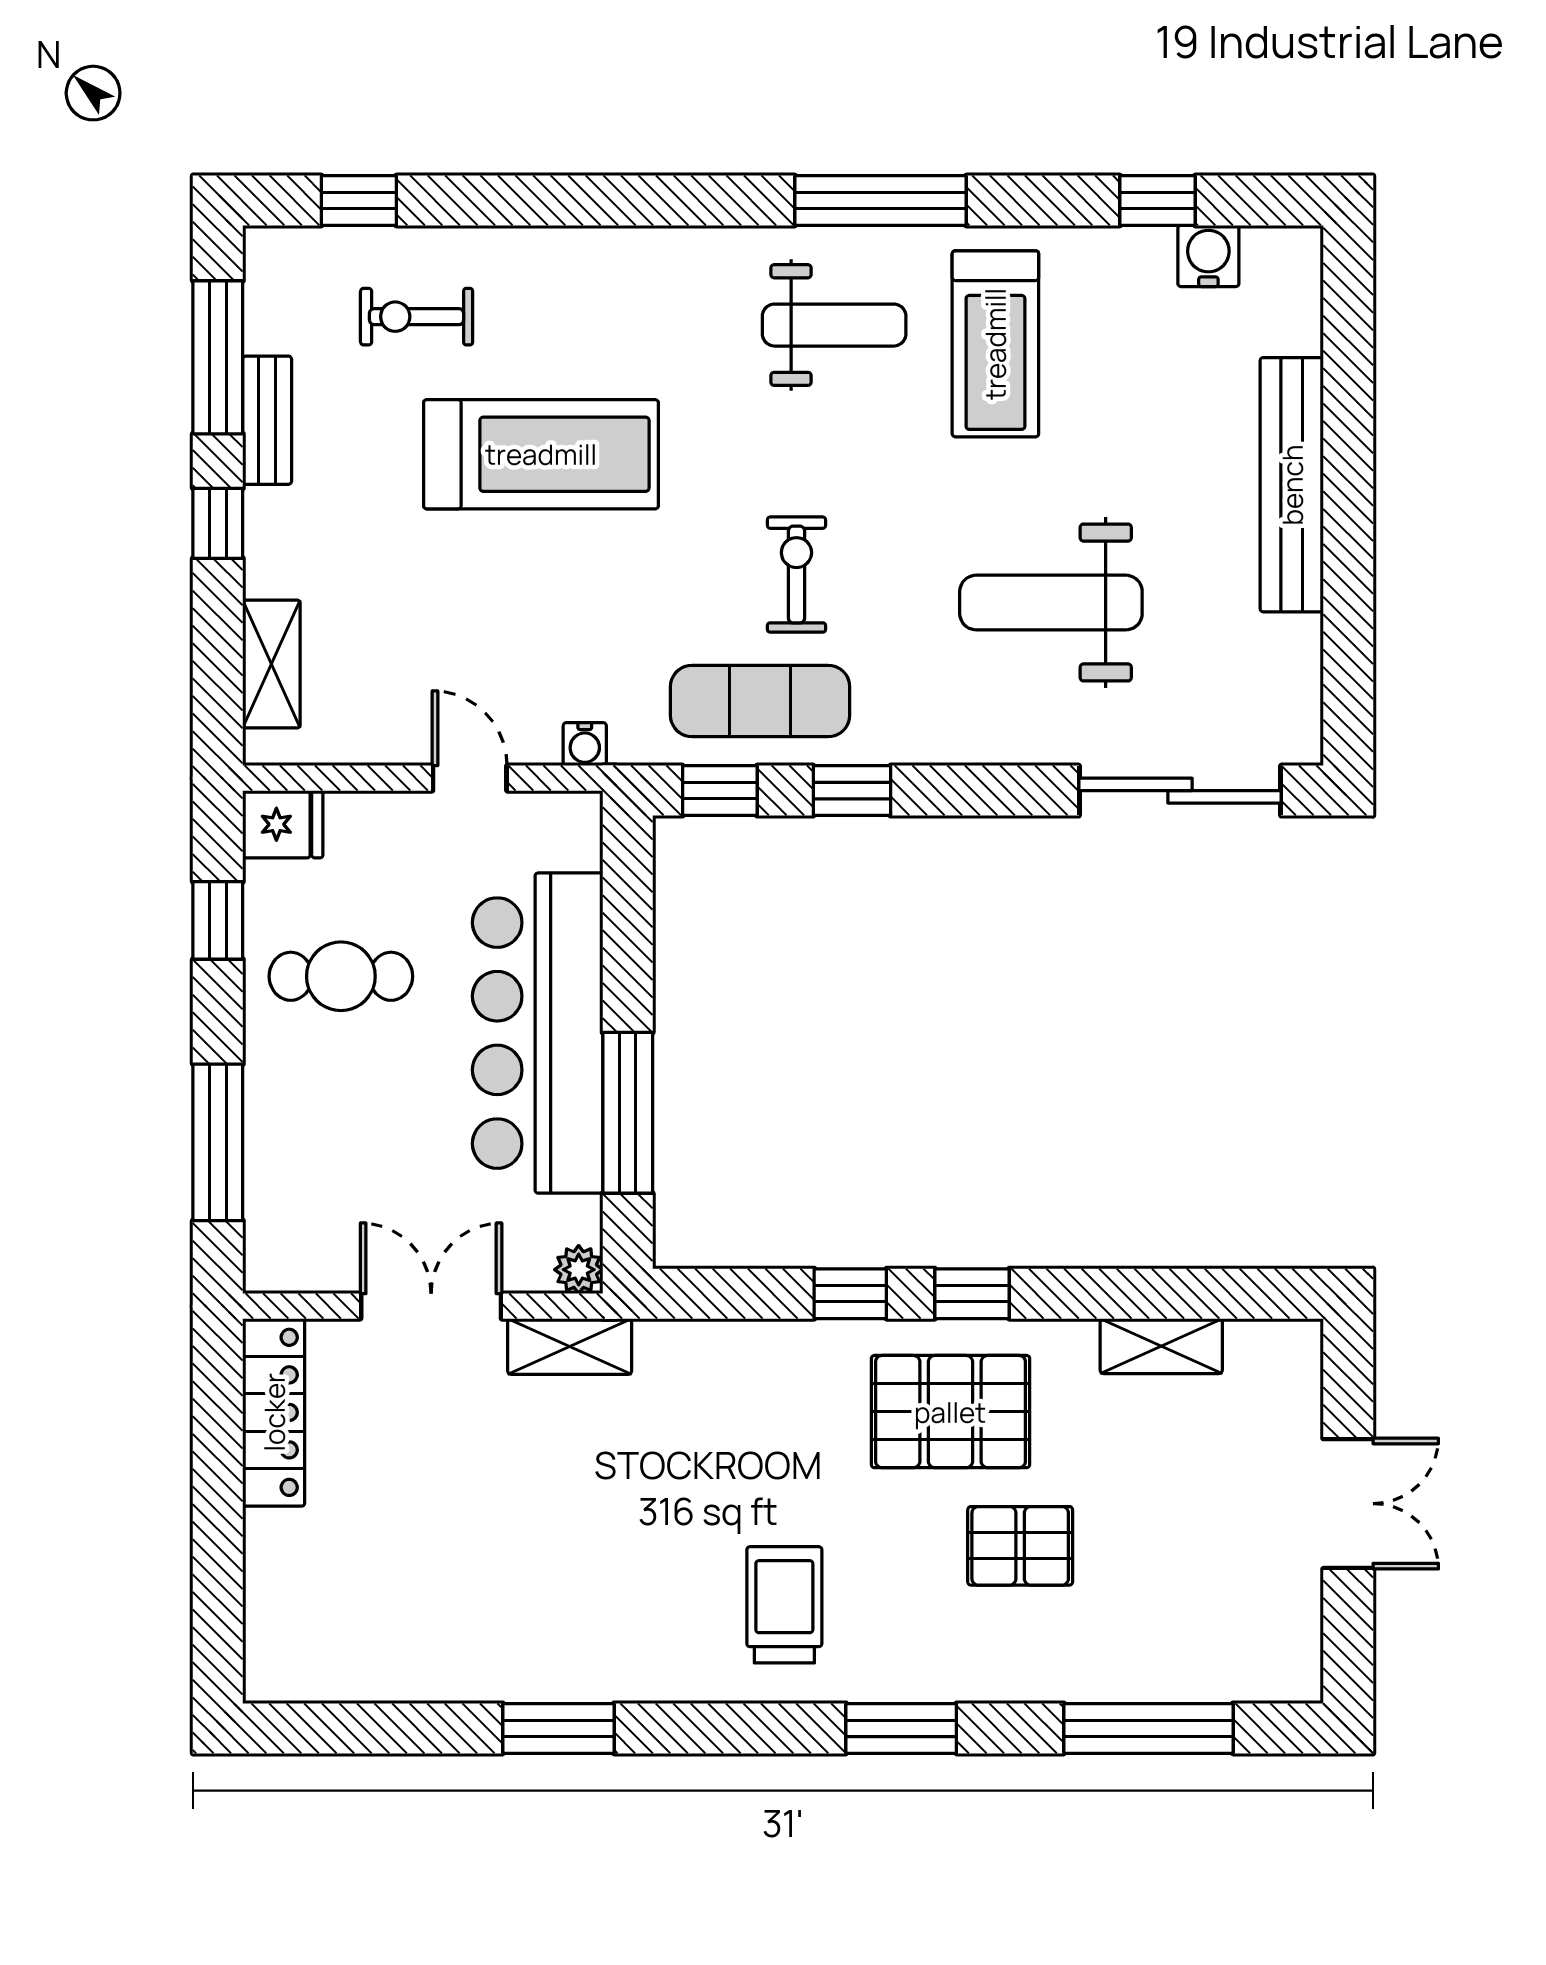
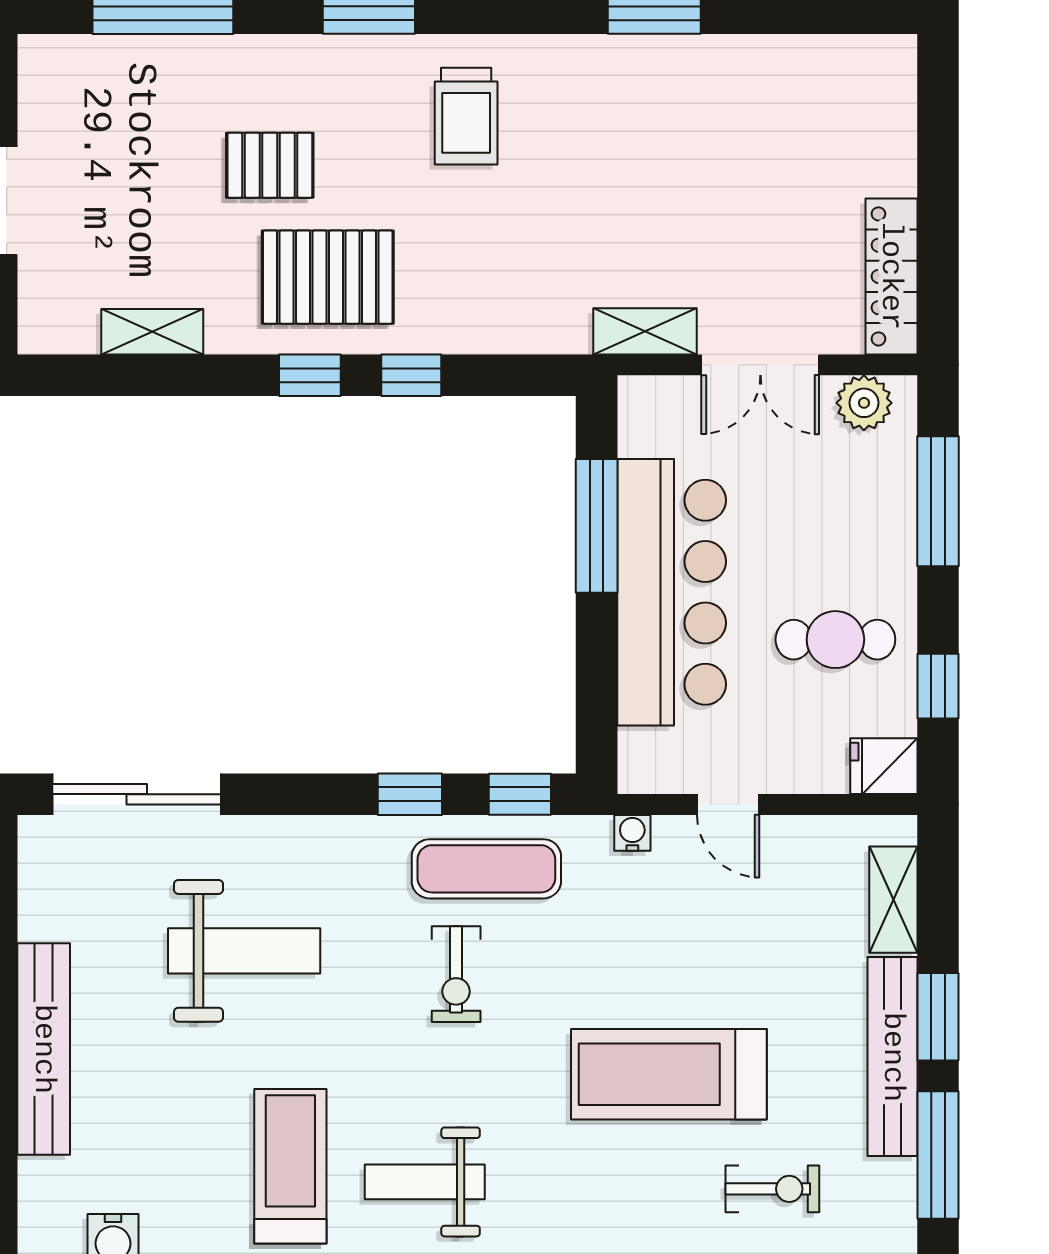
bench: (267, 420) -> (893, 1057), width x1.86, depth x1.21
window: (218, 523) -> (938, 1017), width x1.50
plant: (579, 1270) -> (864, 403), moved, width x1.38, depth x1.38

